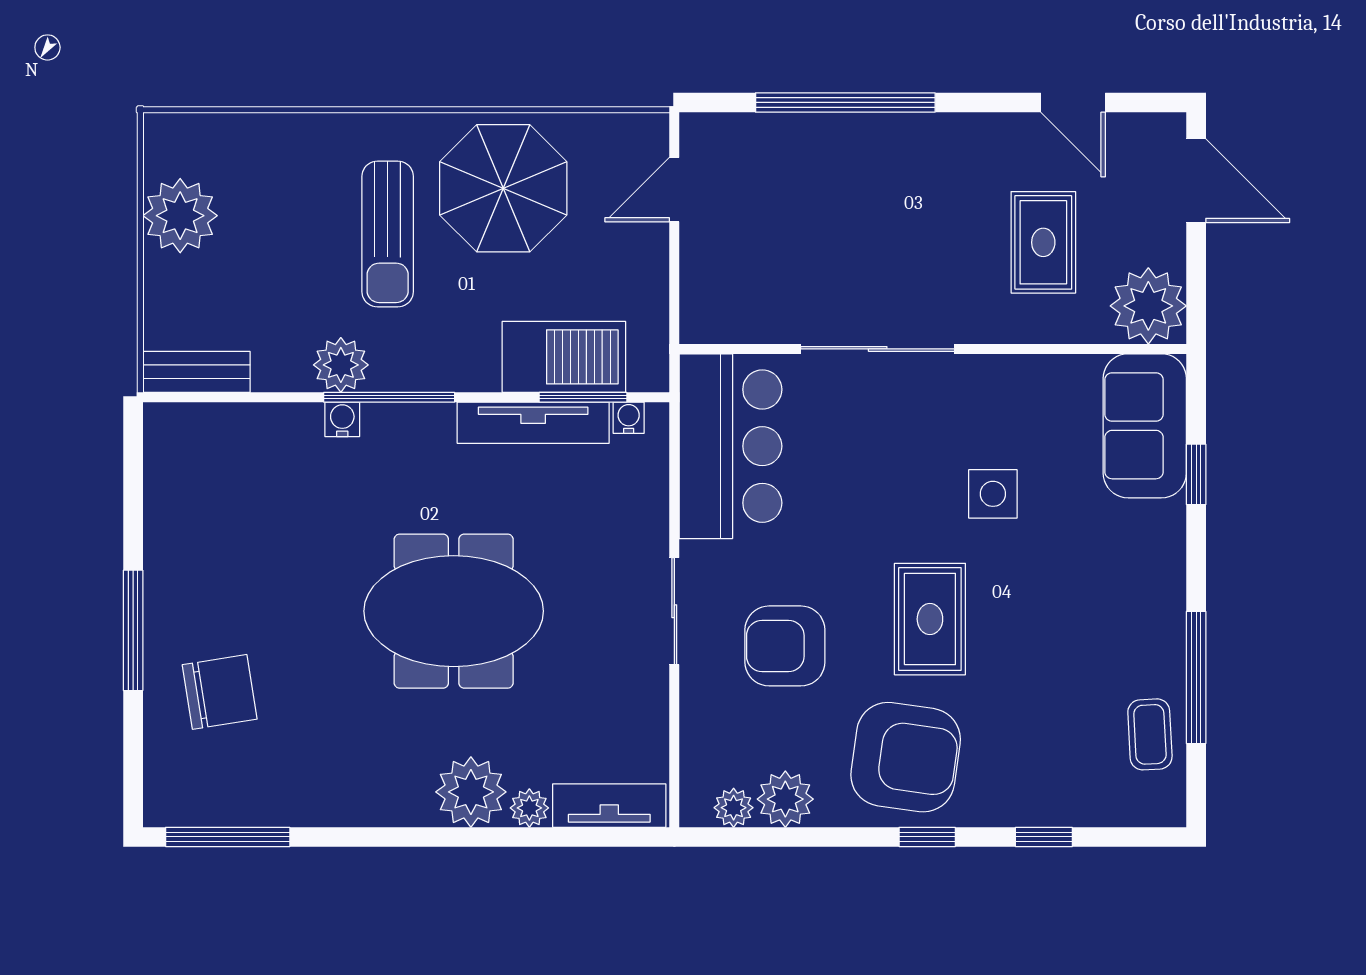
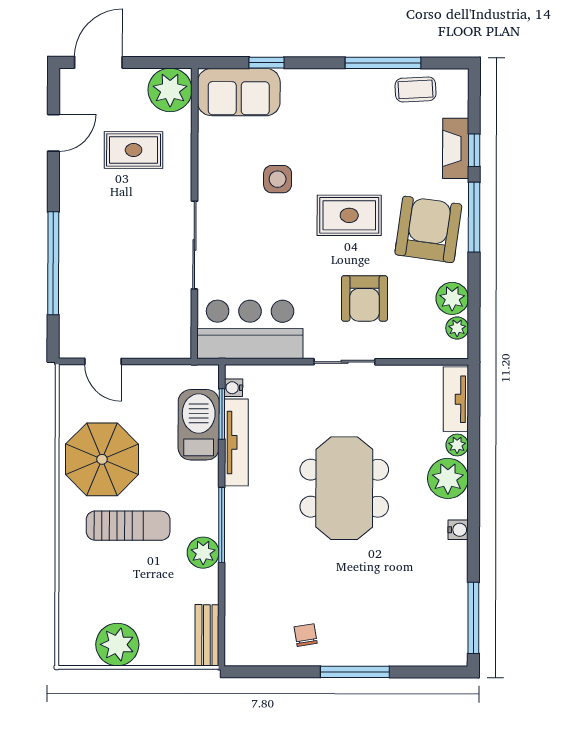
water cooler: (342, 419) -> (458, 530), moved, turned 180
chair: (220, 692) -> (306, 635), moved, width x0.54, depth x0.54
fireplace: (1047, 805) -> (456, 148), added
window: (927, 837) -> (474, 217), width x2.17

